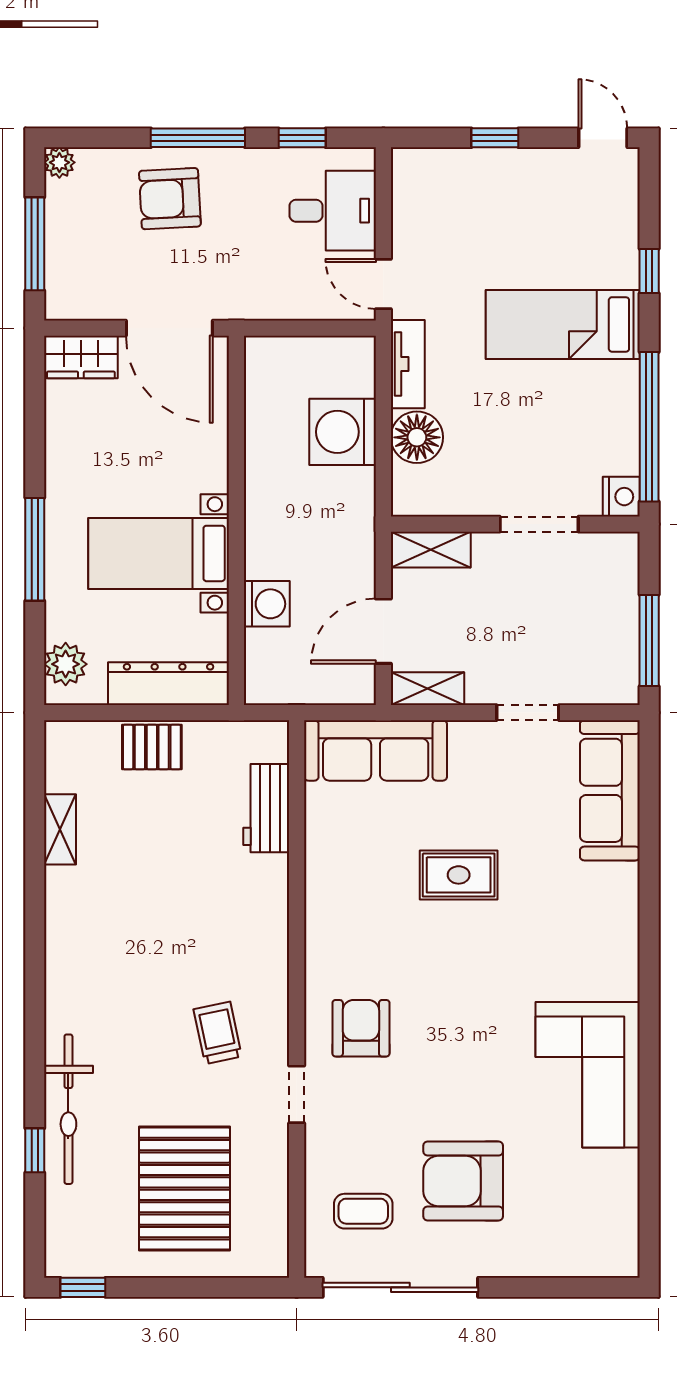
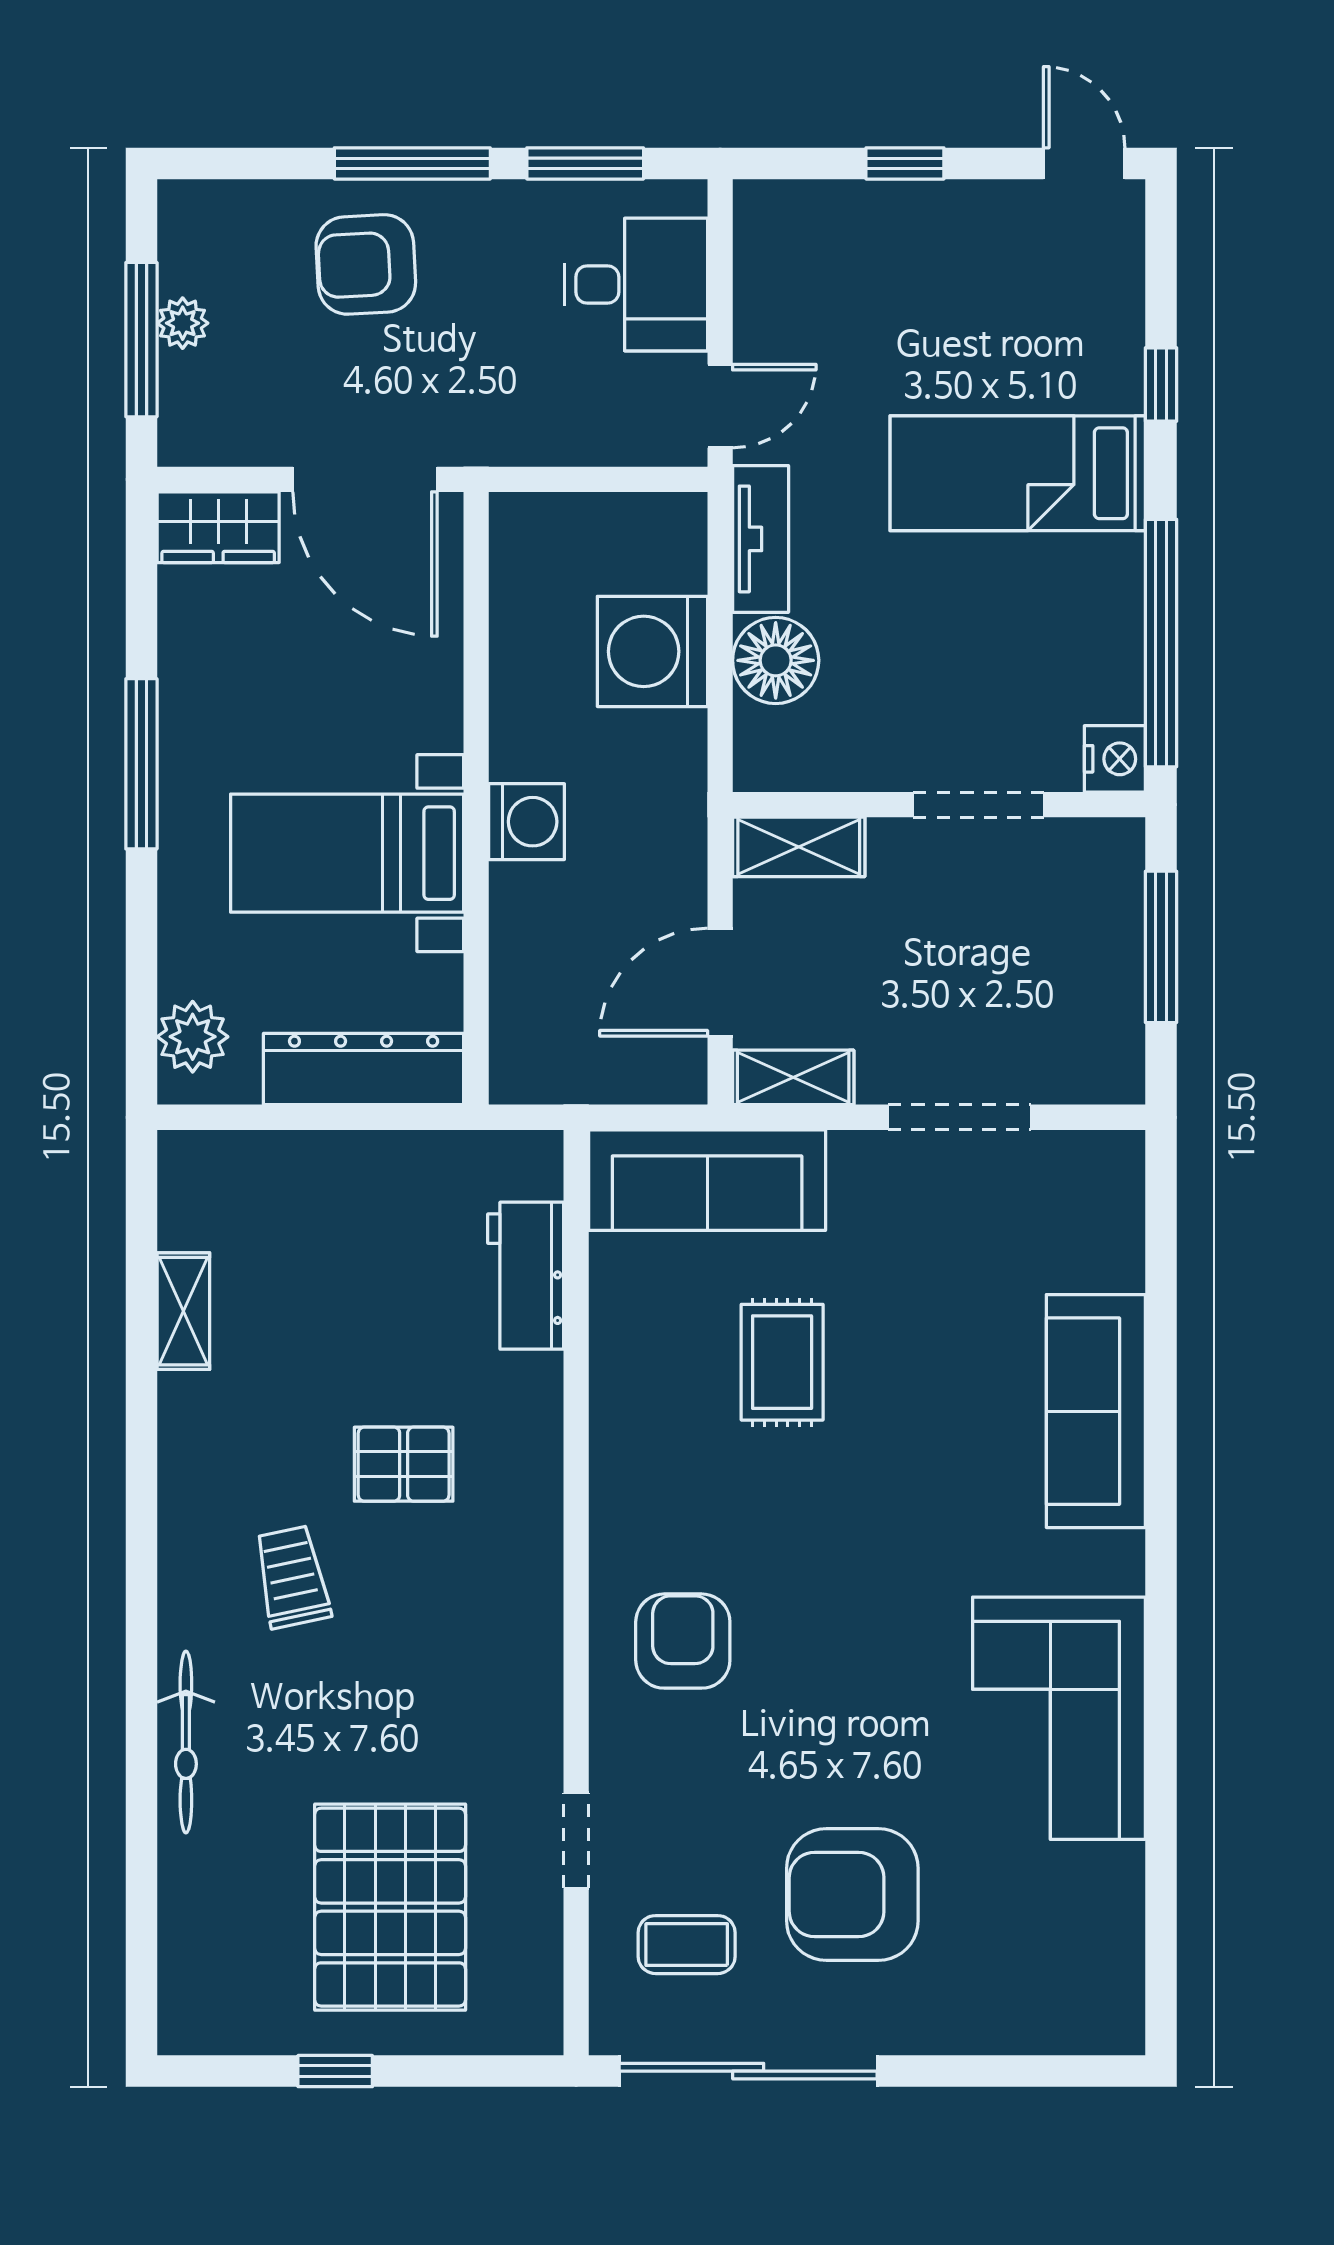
window: (302, 138) -> (585, 163), width x1.50
plant: (59, 162) -> (183, 323), moved
door: (383, 284) -> (720, 406), swing flipped
window: (35, 549) -> (141, 764), moved
washing machine: (267, 604) -> (527, 822), moved
window: (649, 640) -> (1161, 947), moved
doorway: (528, 713) -> (959, 1117), width x1.38
pallet: (152, 747) -> (404, 1464), moved
sofa: (610, 790) -> (1096, 1411), moved
rug: (459, 875) -> (782, 1362), moved, turned 90
trolley: (218, 1033) -> (292, 1577), moved
doorway: (297, 1094) -> (576, 1841), moved
bicycle: (68, 1109) -> (186, 1742), width x0.73, depth x0.71
window: (35, 1150) -> (141, 1844), removed
window: (83, 1287) -> (335, 2071), moved

